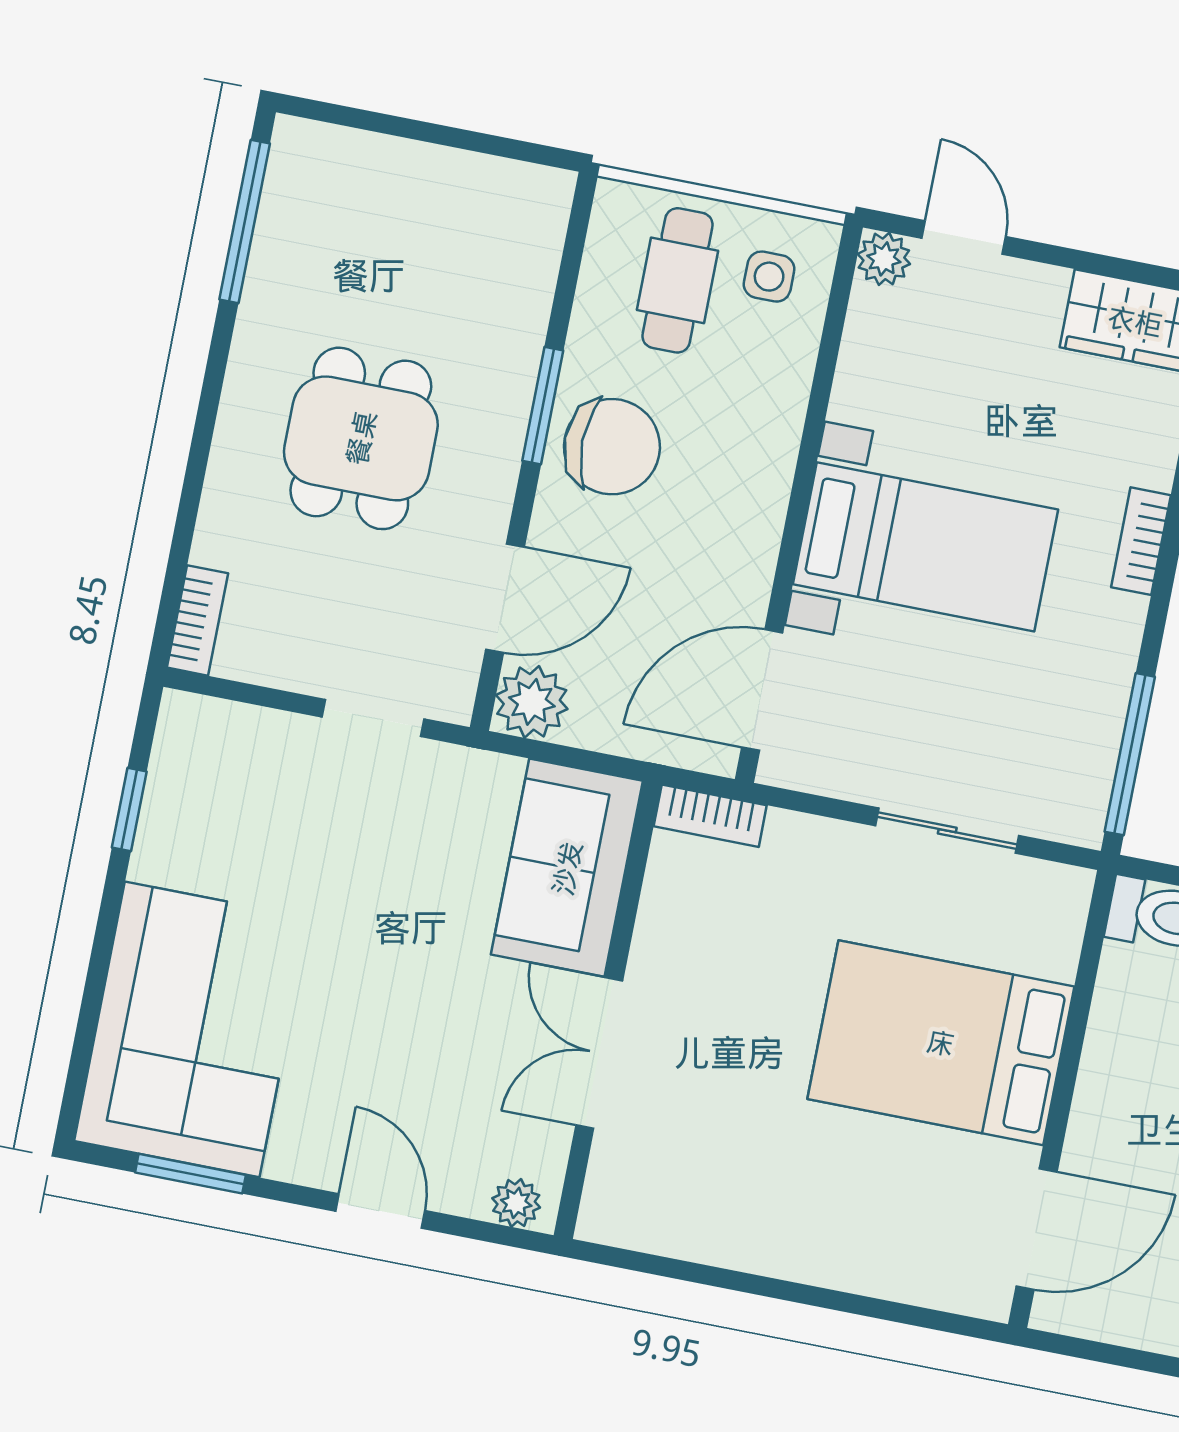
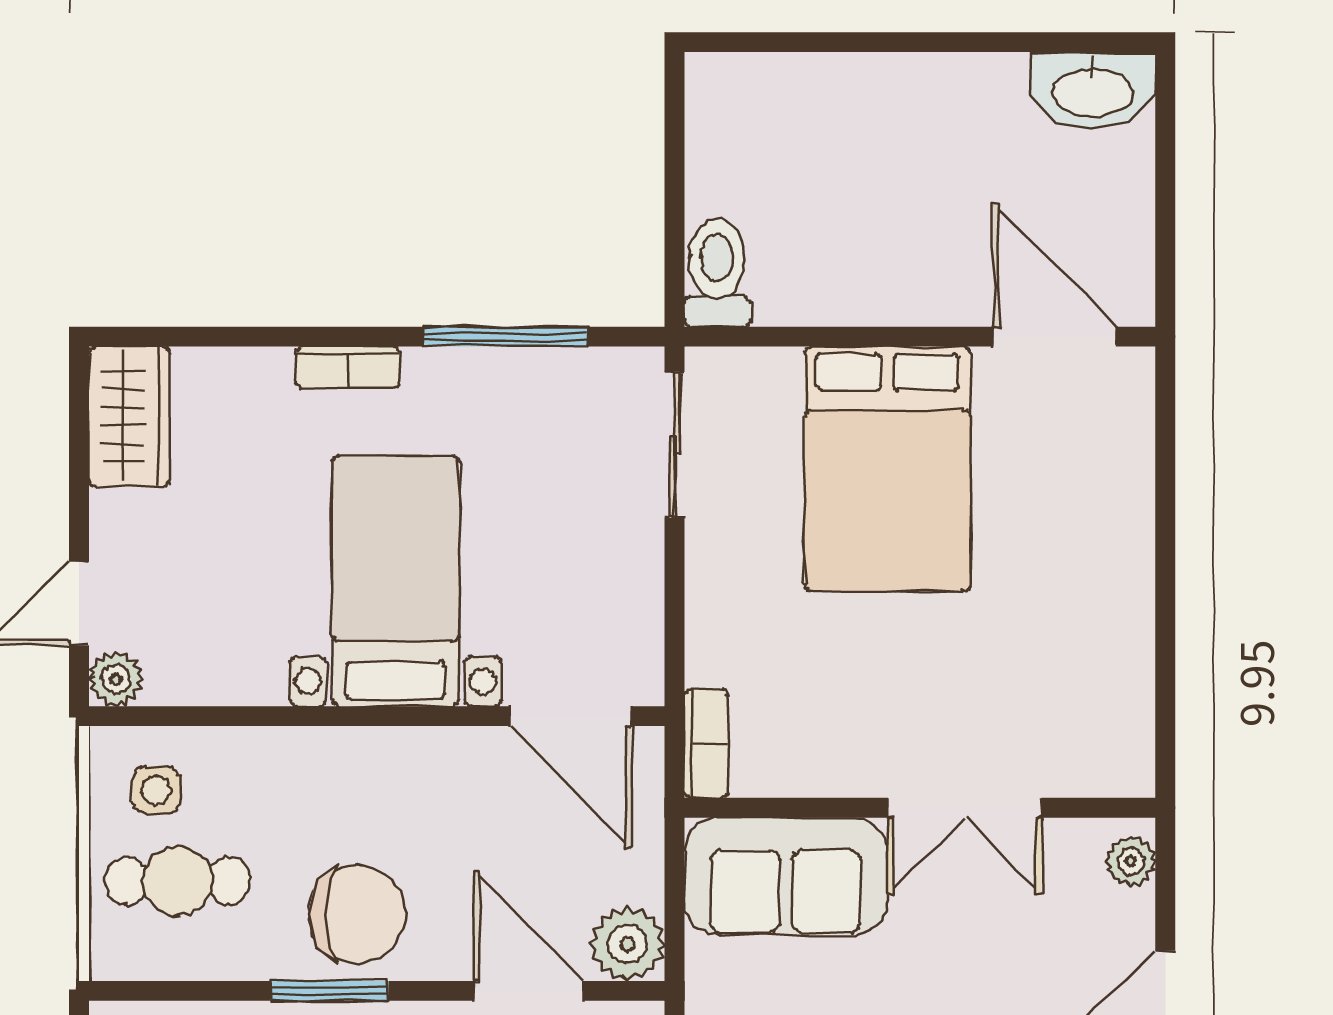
chair: (612, 447) -> (357, 914), turned 90
window: (1130, 754) -> (506, 337), moved
sliding door: (947, 831) -> (674, 445), moved

